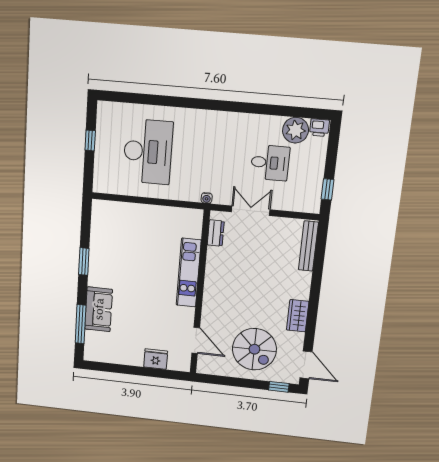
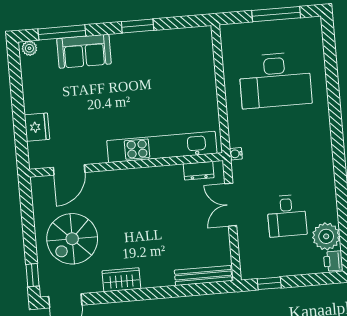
window: (90, 140) -> (276, 14), width x2.17
double door: (251, 211) -> (231, 205), swing flipped
kitchen unit: (189, 273) -> (162, 147), width x1.36
plant: (90, 352) -> (29, 48), added

